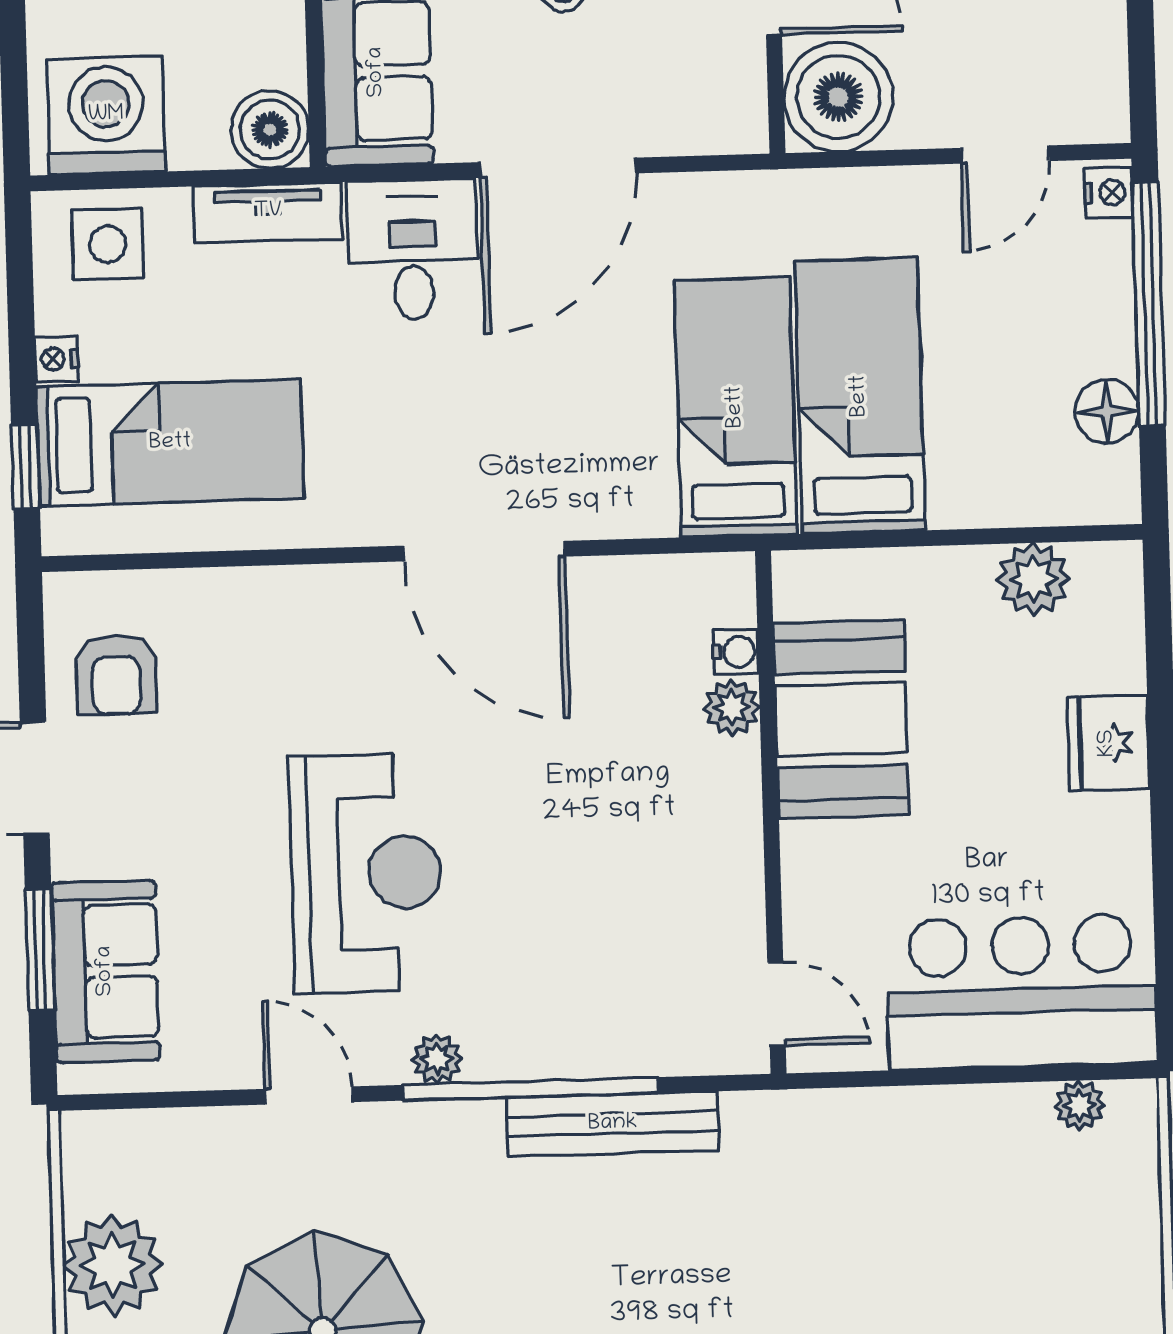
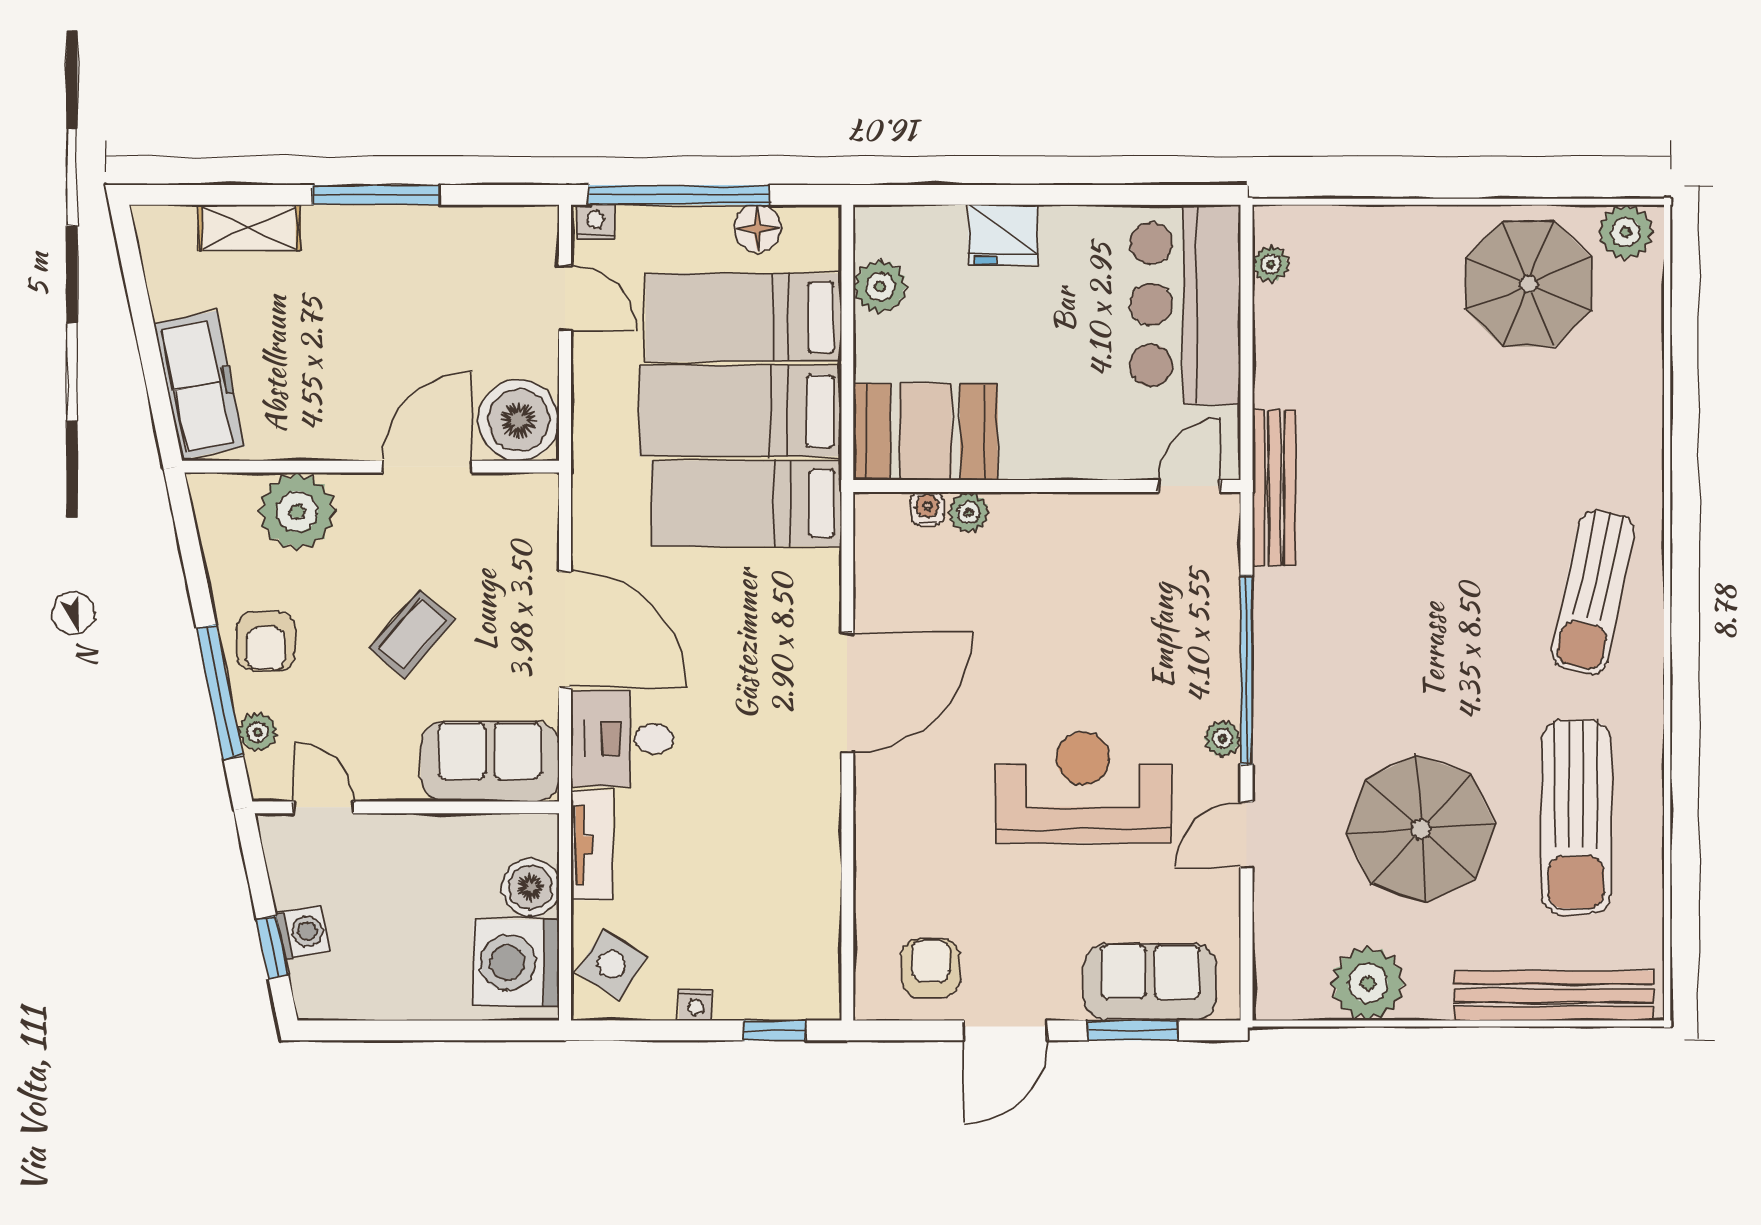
boiler: (270, 130) -> (530, 887), moved
side table: (108, 244) -> (612, 965), turned 33
bed: (170, 443) -> (744, 317), moved, turned -90
armchair: (116, 674) -> (930, 968), turned -90
booth: (841, 719) -> (925, 432), moved
bench: (613, 1124) -> (1274, 488), moved

